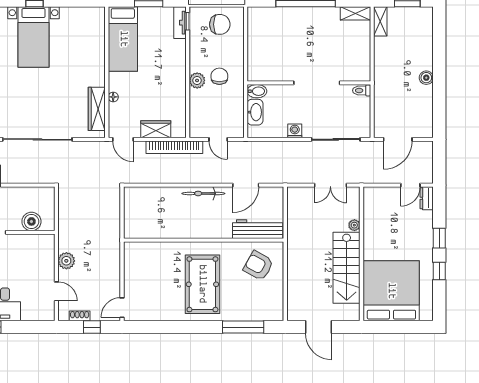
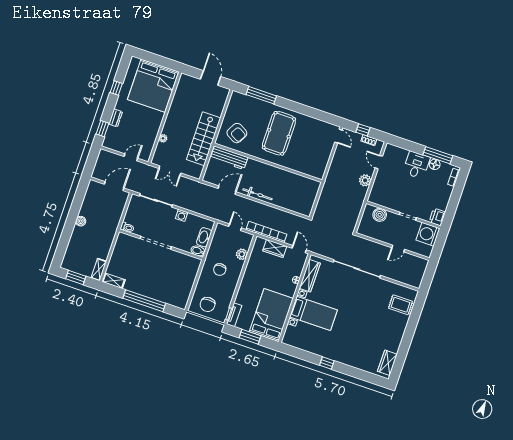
chair: (220, 24) -> (208, 304), turned -90
bed with nightstands: (34, 37) -> (313, 313), moved, turned 90
bed: (123, 39) -> (271, 315), width x1.50
plant: (197, 80) -> (242, 254), moved
double door: (330, 185) -> (170, 171), swing flipped
door: (410, 185) -> (131, 157), moved
dresser: (427, 198) -> (116, 118), moved
window: (439, 238) -> (102, 129), moved
stairs: (347, 268) -> (204, 139), moved, turned 180
door: (122, 308) -> (338, 136), hinge flipped

